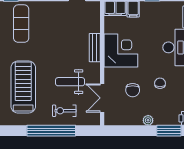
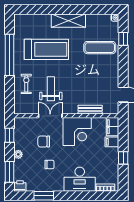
bench: (95, 48) -> (90, 110), moved
double door: (102, 98) -> (50, 116), moved
window: (51, 131) -> (10, 55), moved
window: (125, 131) -> (10, 135), added

